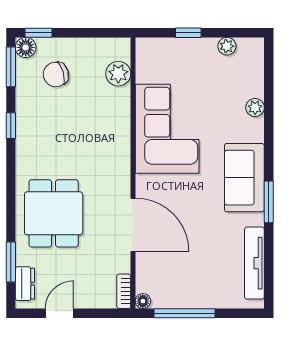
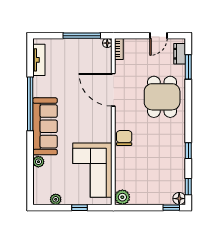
window: (11, 67) -> (188, 187), width x0.67
chair: (56, 74) -> (124, 138), moved, turned -74
plant: (118, 74) -> (122, 197), moved
corner sofa: (167, 129) -> (92, 170), moved
sofa: (244, 178) -> (45, 126), width x1.36
window: (269, 202) -> (30, 104), width x2.11
tv unit: (254, 263) -> (39, 60), width x0.71

